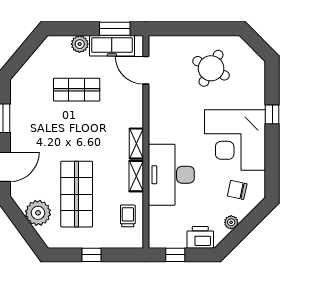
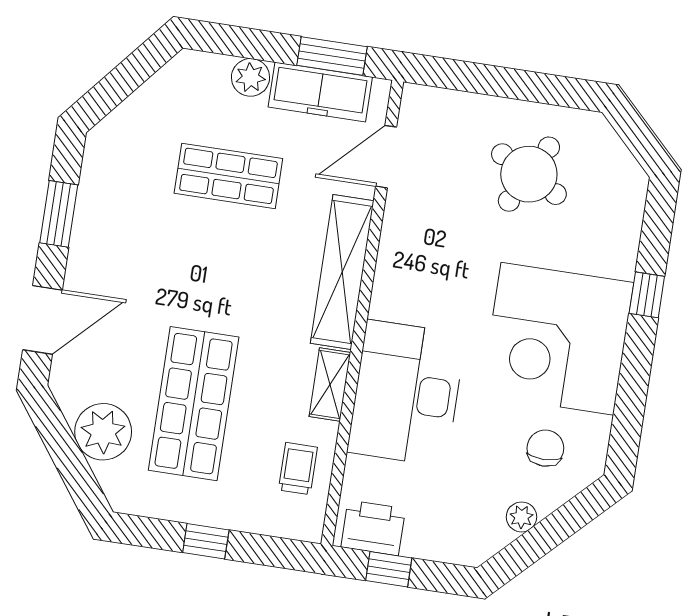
door: (146, 70) -> (386, 157), hinge flipped
shelving: (136, 144) -> (342, 272), width x2.20, depth x1.33
chair: (237, 190) -> (545, 448), turned 78
printer: (200, 237) -> (373, 528), moved

